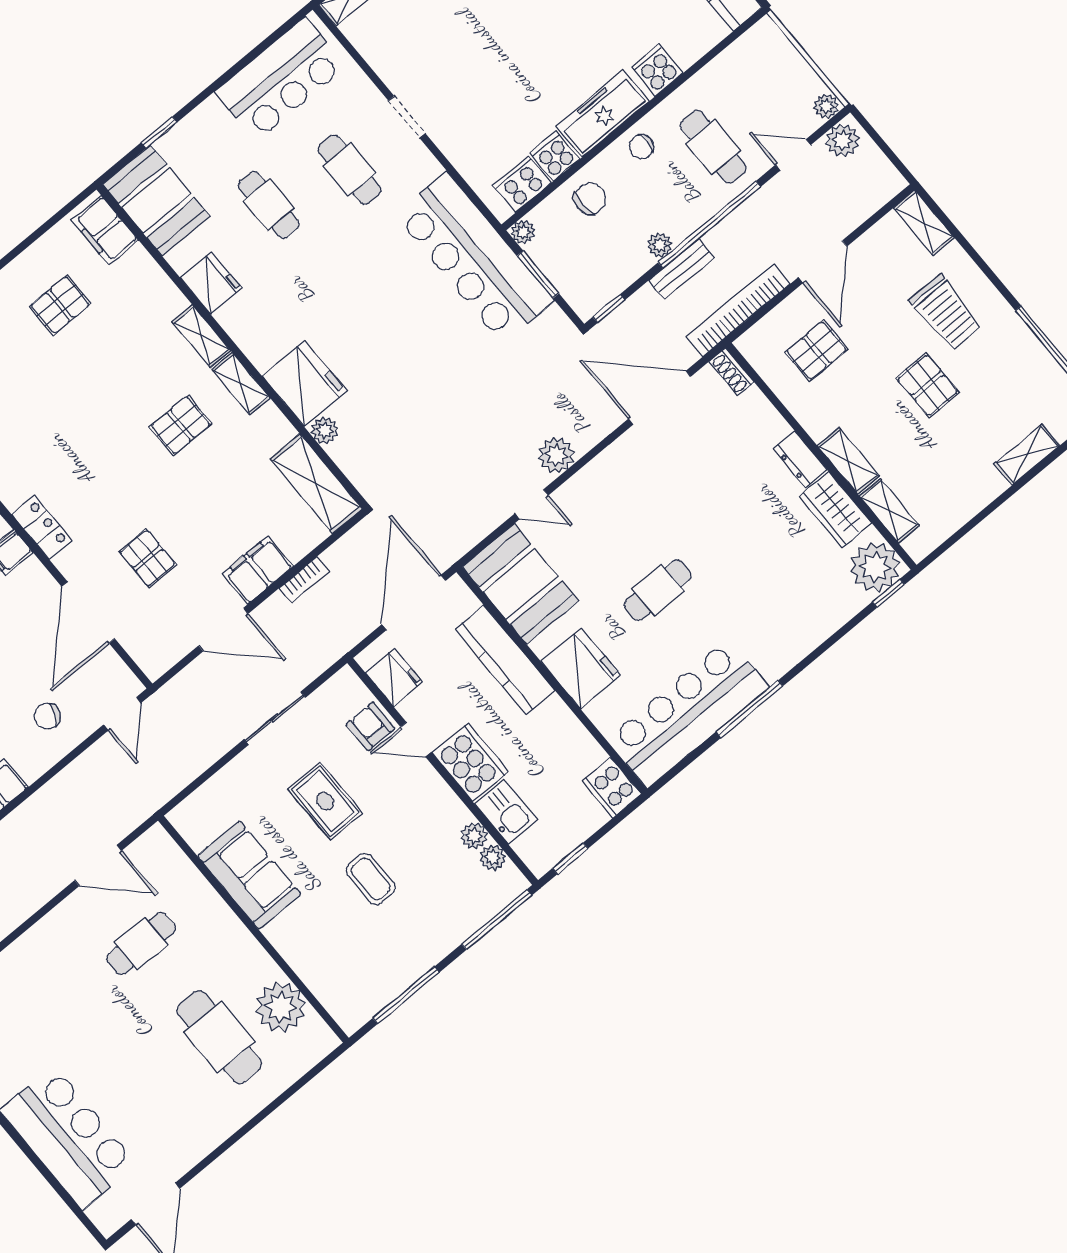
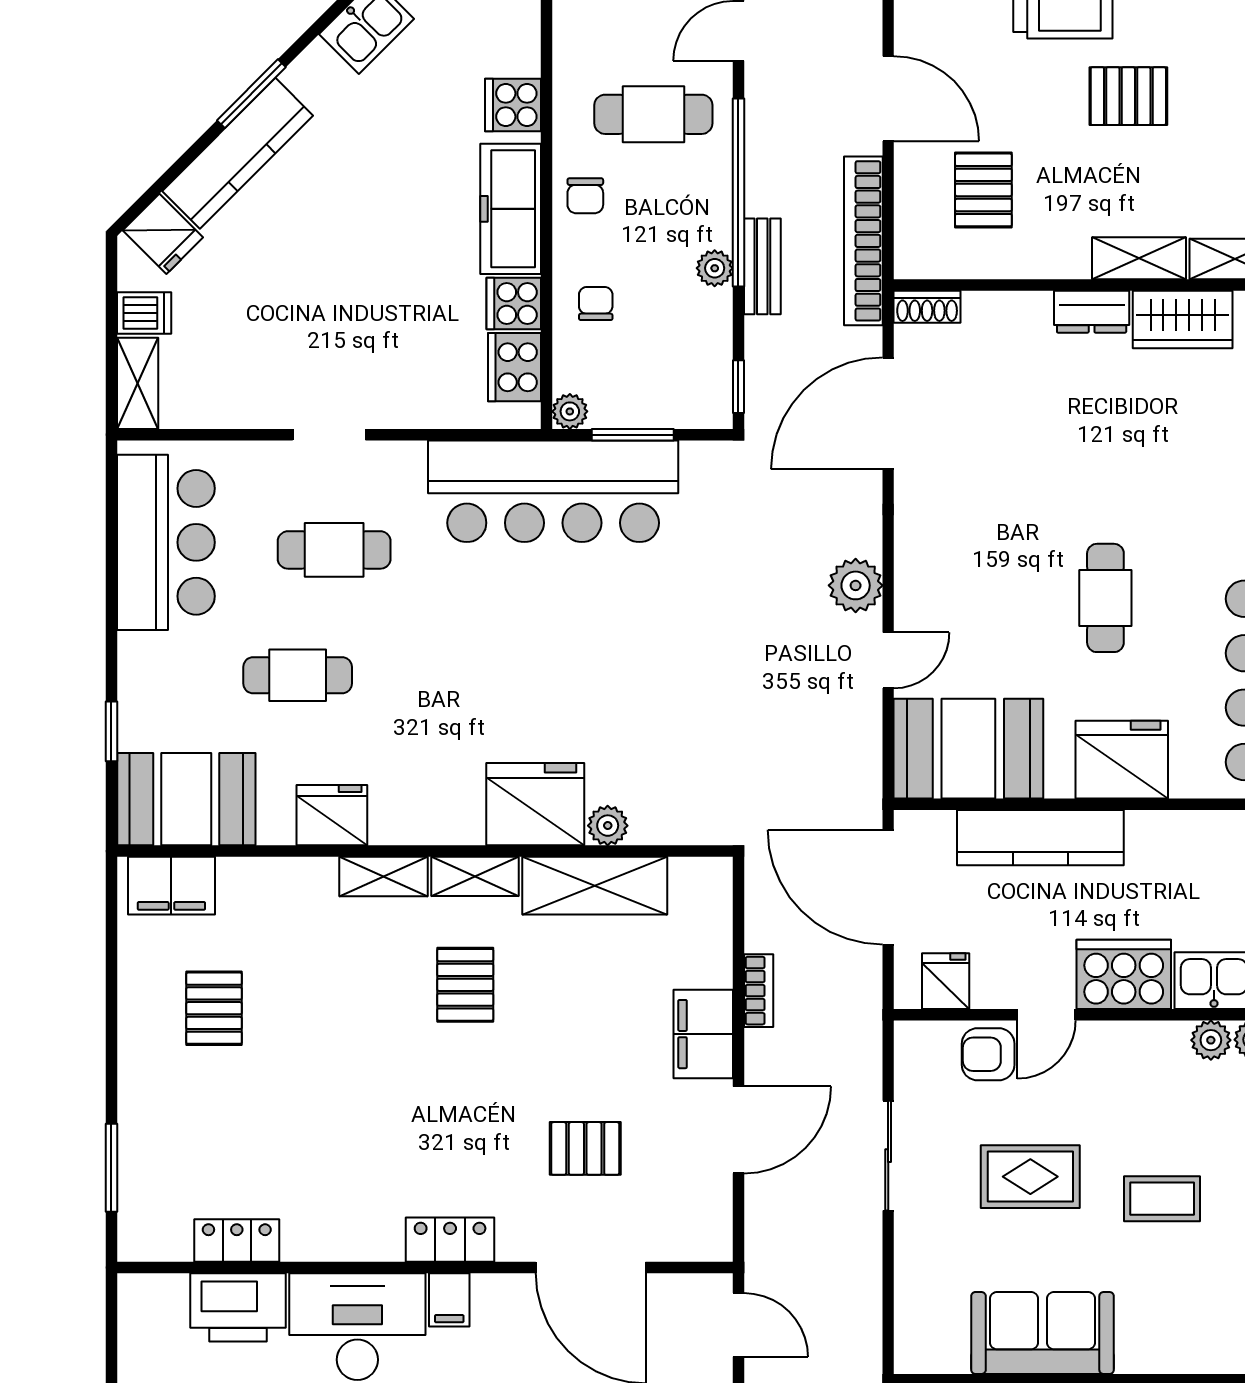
chair: (590, 199) -> (596, 303), width x0.73, depth x0.73
shelving: (316, 484) -> (595, 886), moved
fridge: (394, 677) -> (946, 981), width x0.72

